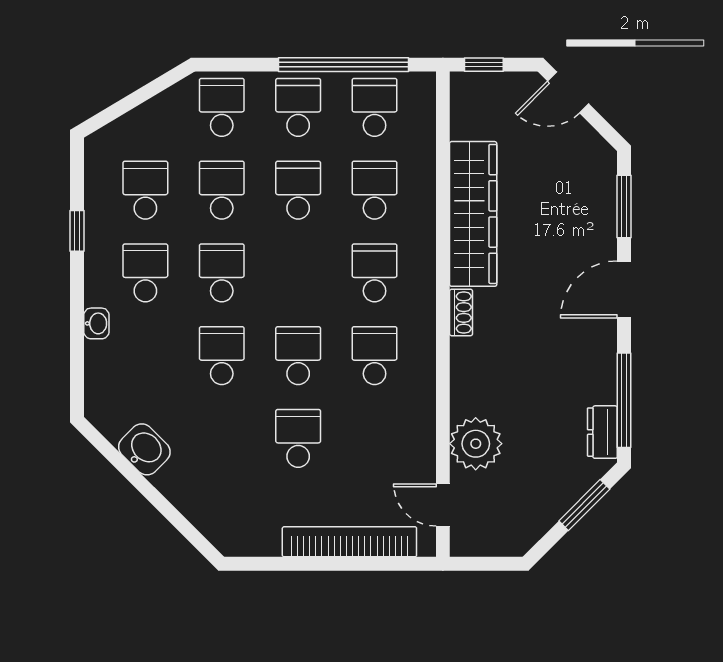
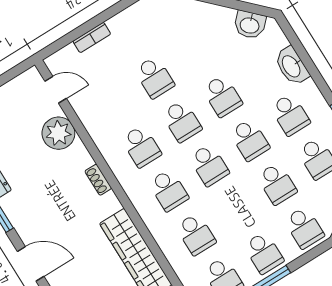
school desk: (298, 190) -> (209, 165), moved
door: (624, 289) -> (31, 264), hinge flipped
shoe rack: (461, 312) -> (98, 180), moved
washbasin: (96, 323) -> (292, 66), width x1.91, depth x1.45
washbasin: (144, 449) -> (250, 25), moved
bookcase: (349, 542) -> (92, 37), width x0.43, depth x0.76

